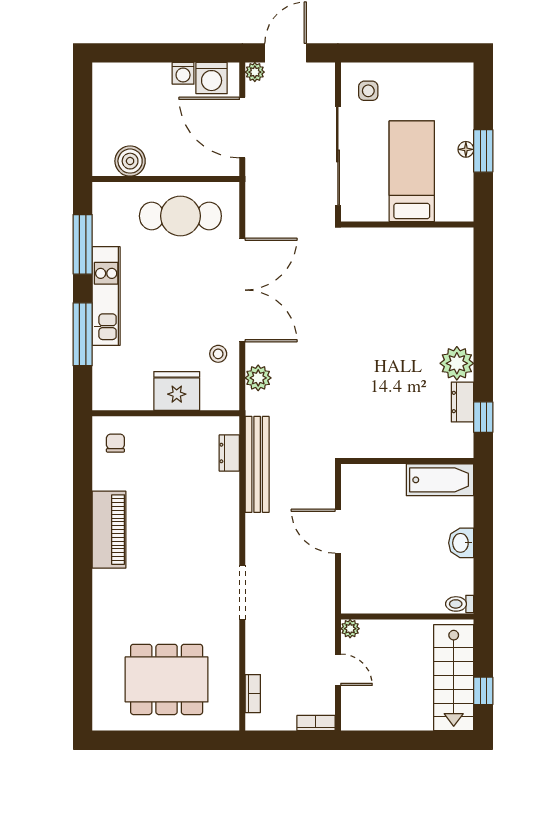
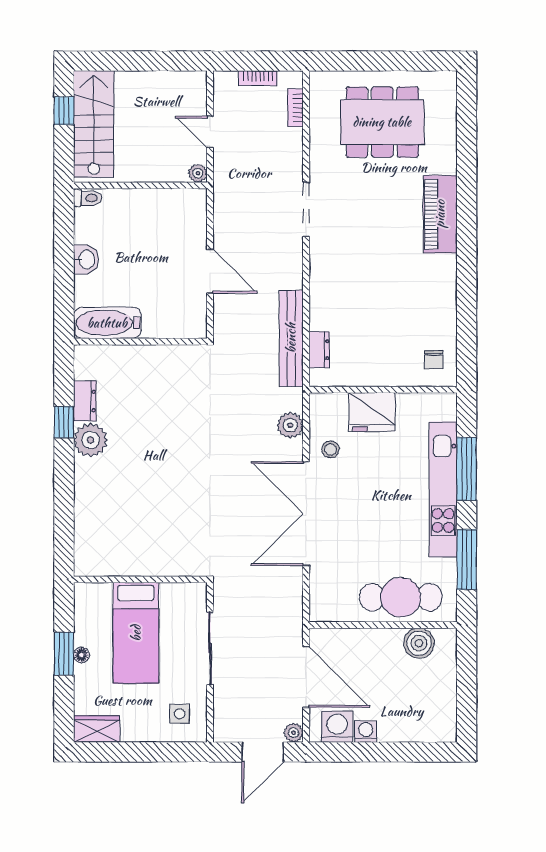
wardrobe: (451, 76) -> (97, 729), added
sliding door: (338, 156) -> (210, 648), width x0.73
cafe table: (180, 216) -> (401, 597), moved
kitchen unit: (106, 296) -> (443, 489), width x1.36
window: (483, 417) -> (64, 422), moved
piano: (109, 530) -> (440, 214), moved
bookcase: (316, 723) -> (258, 78), moved

